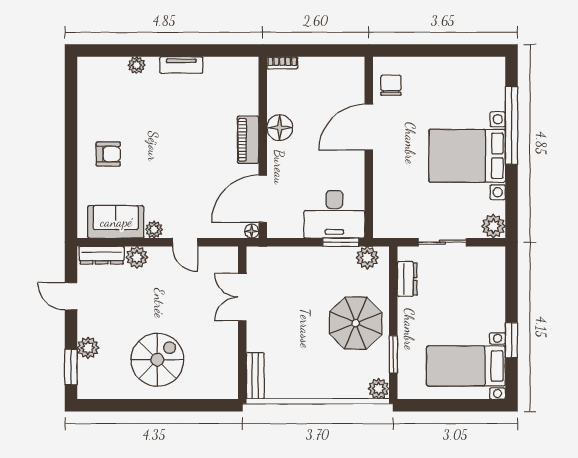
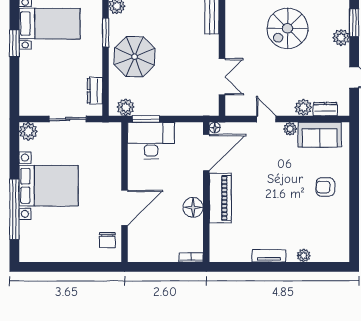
piano: (248, 140) -> (220, 198), width x1.37, depth x1.33
dresser: (102, 255) -> (325, 109), width x0.70

